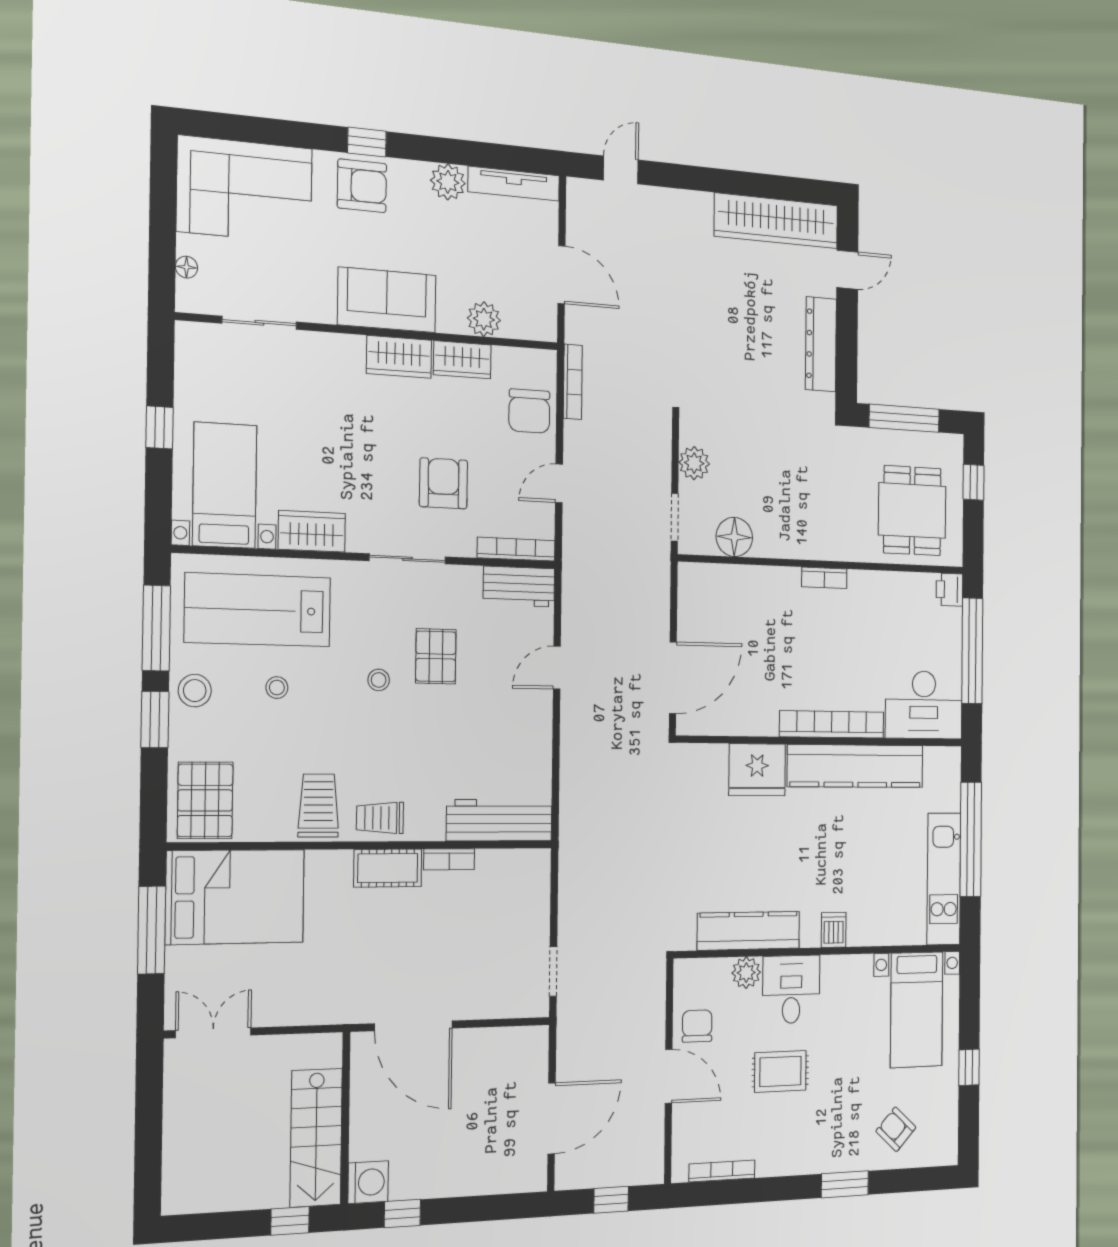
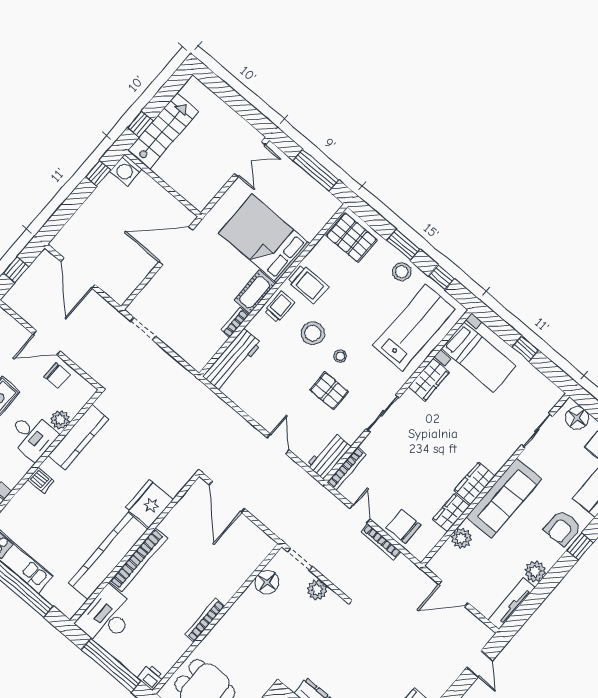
floor lamp: (186, 267) -> (577, 418), width x1.89, depth x1.89
sofa: (387, 300) -> (504, 498), width x1.36
bookcase: (573, 382) -> (381, 542), moved
armchair: (443, 483) -> (403, 458), removed
bookcase: (824, 578) -> (205, 620), width x1.56
window: (156, 628) -> (441, 277), width x0.46
stool: (277, 688) -> (313, 333), moved, width x1.89, depth x1.89
bed: (235, 897) -> (264, 238), moved, turned 90
stairs: (316, 1138) -> (163, 131), moved, turned 90

